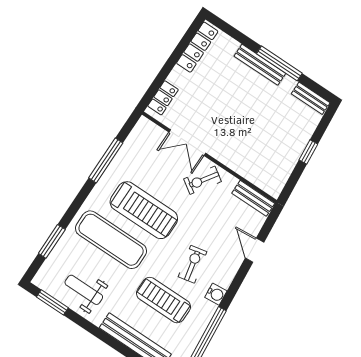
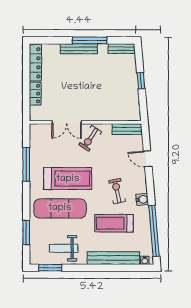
locker: (163, 98) -> (35, 94), moved

